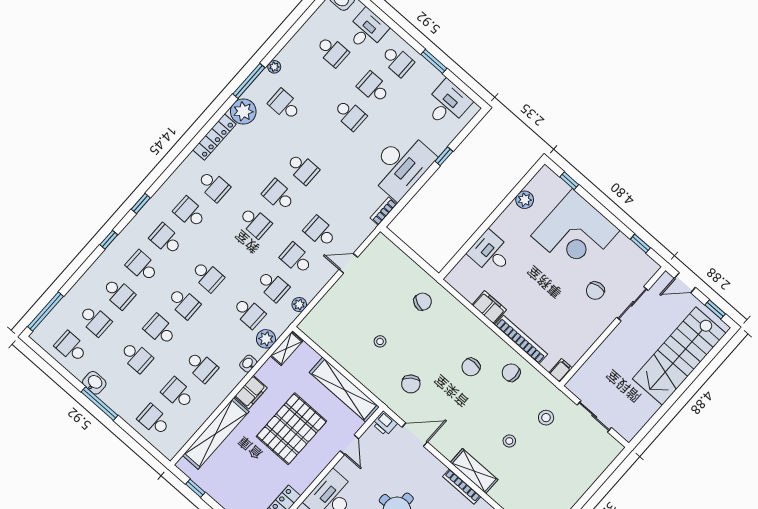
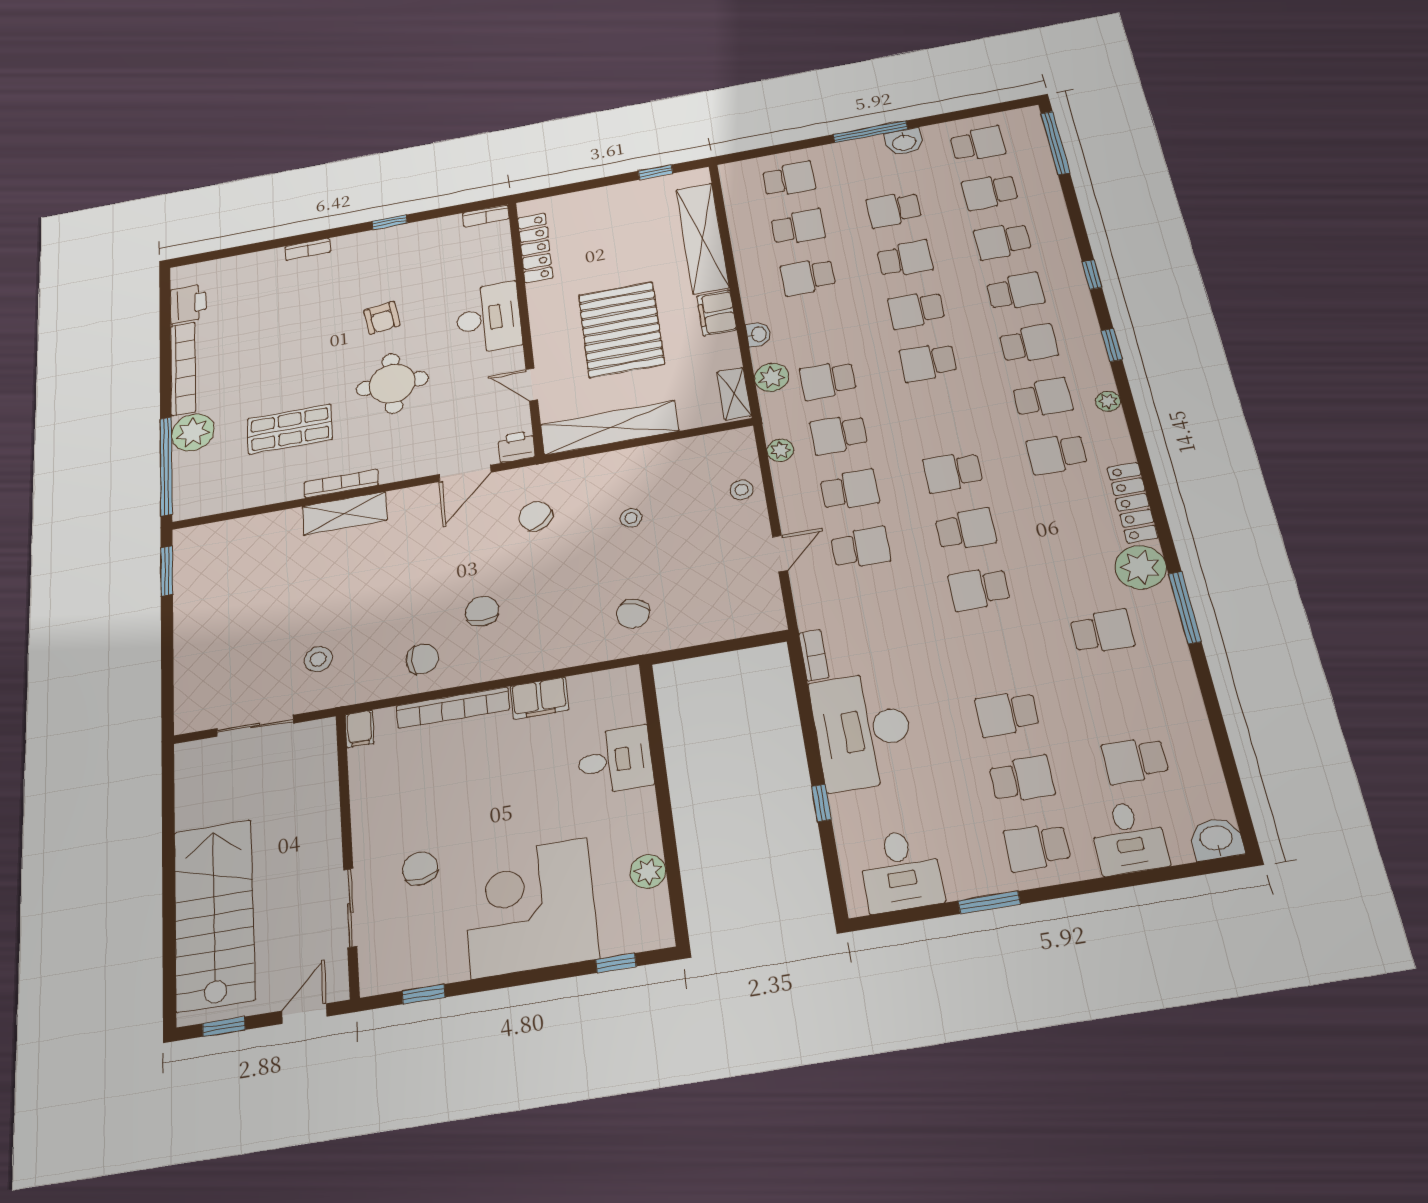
plant: (274, 67) -> (1108, 401), moved
stool: (509, 441) -> (742, 490), moved

